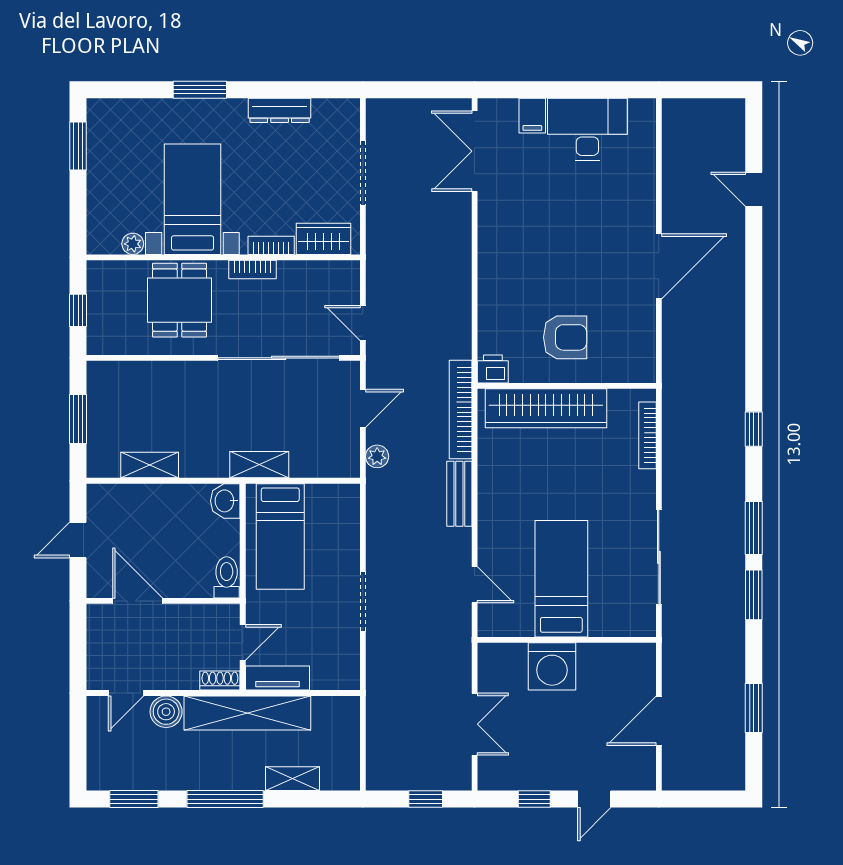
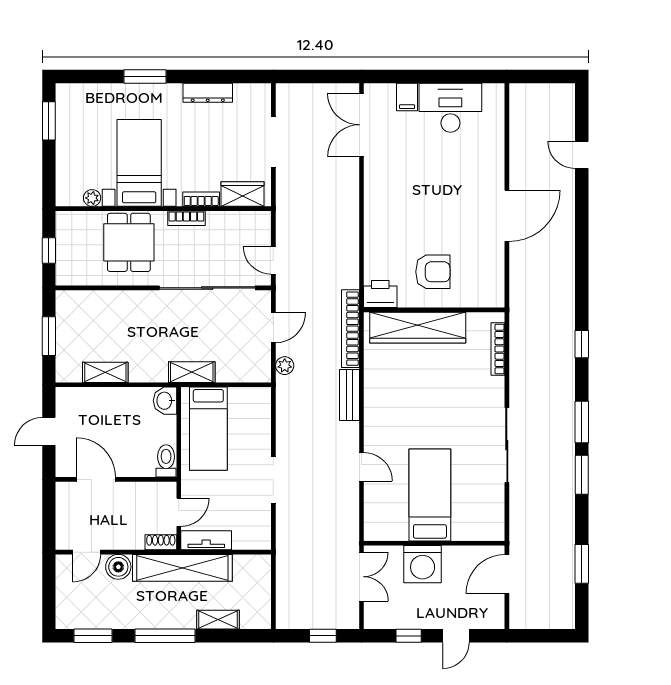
printer: (493, 369) -> (380, 294), width x1.36, depth x1.24
bed: (561, 579) -> (430, 495), moved
wall: (567, 640) -> (434, 543), moved
washing machine: (552, 666) -> (423, 564), moved

